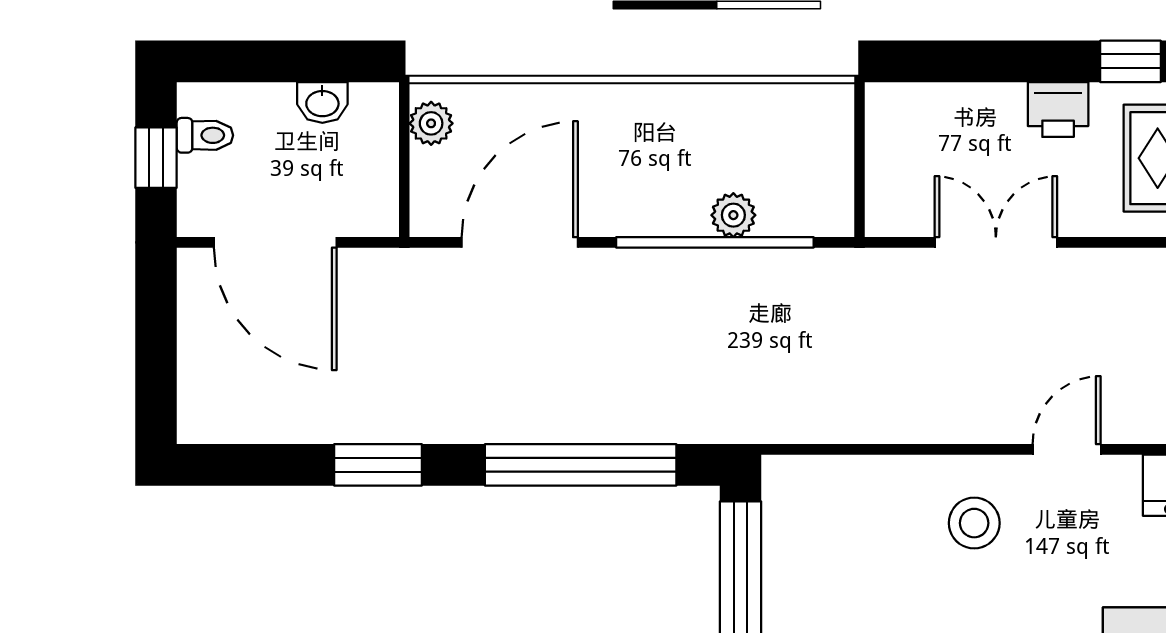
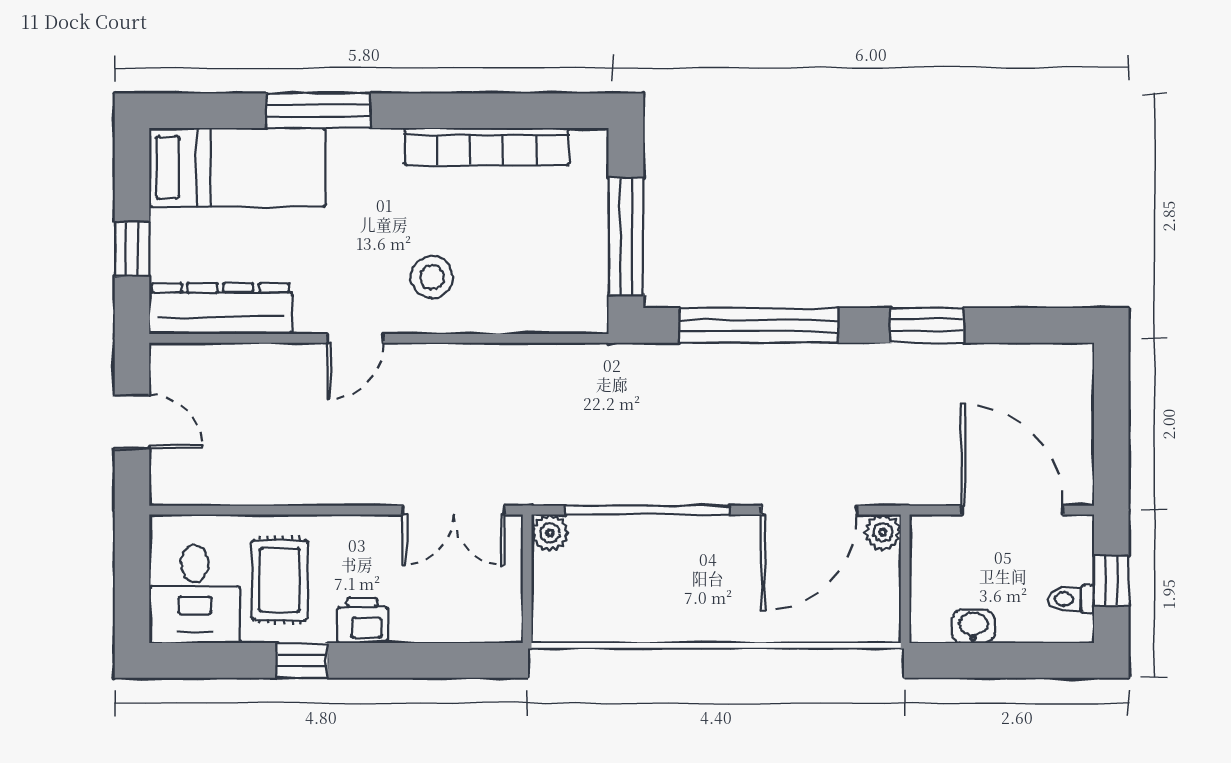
plant: (431, 123) -> (883, 532), moved
plant: (733, 215) -> (550, 533), moved
double door: (996, 242) -> (454, 510), moved

